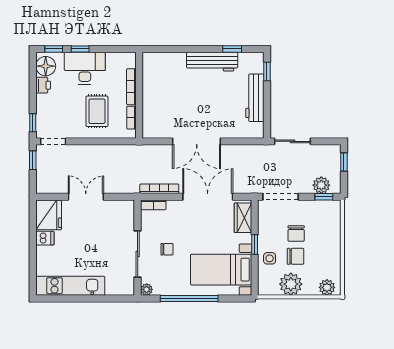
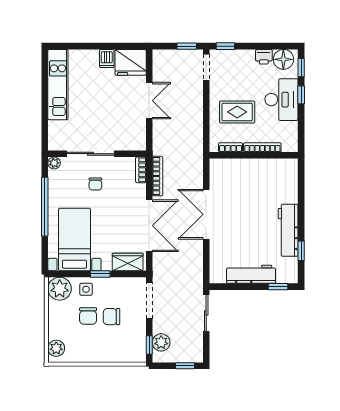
plant: (291, 284) -> (60, 289), moved

